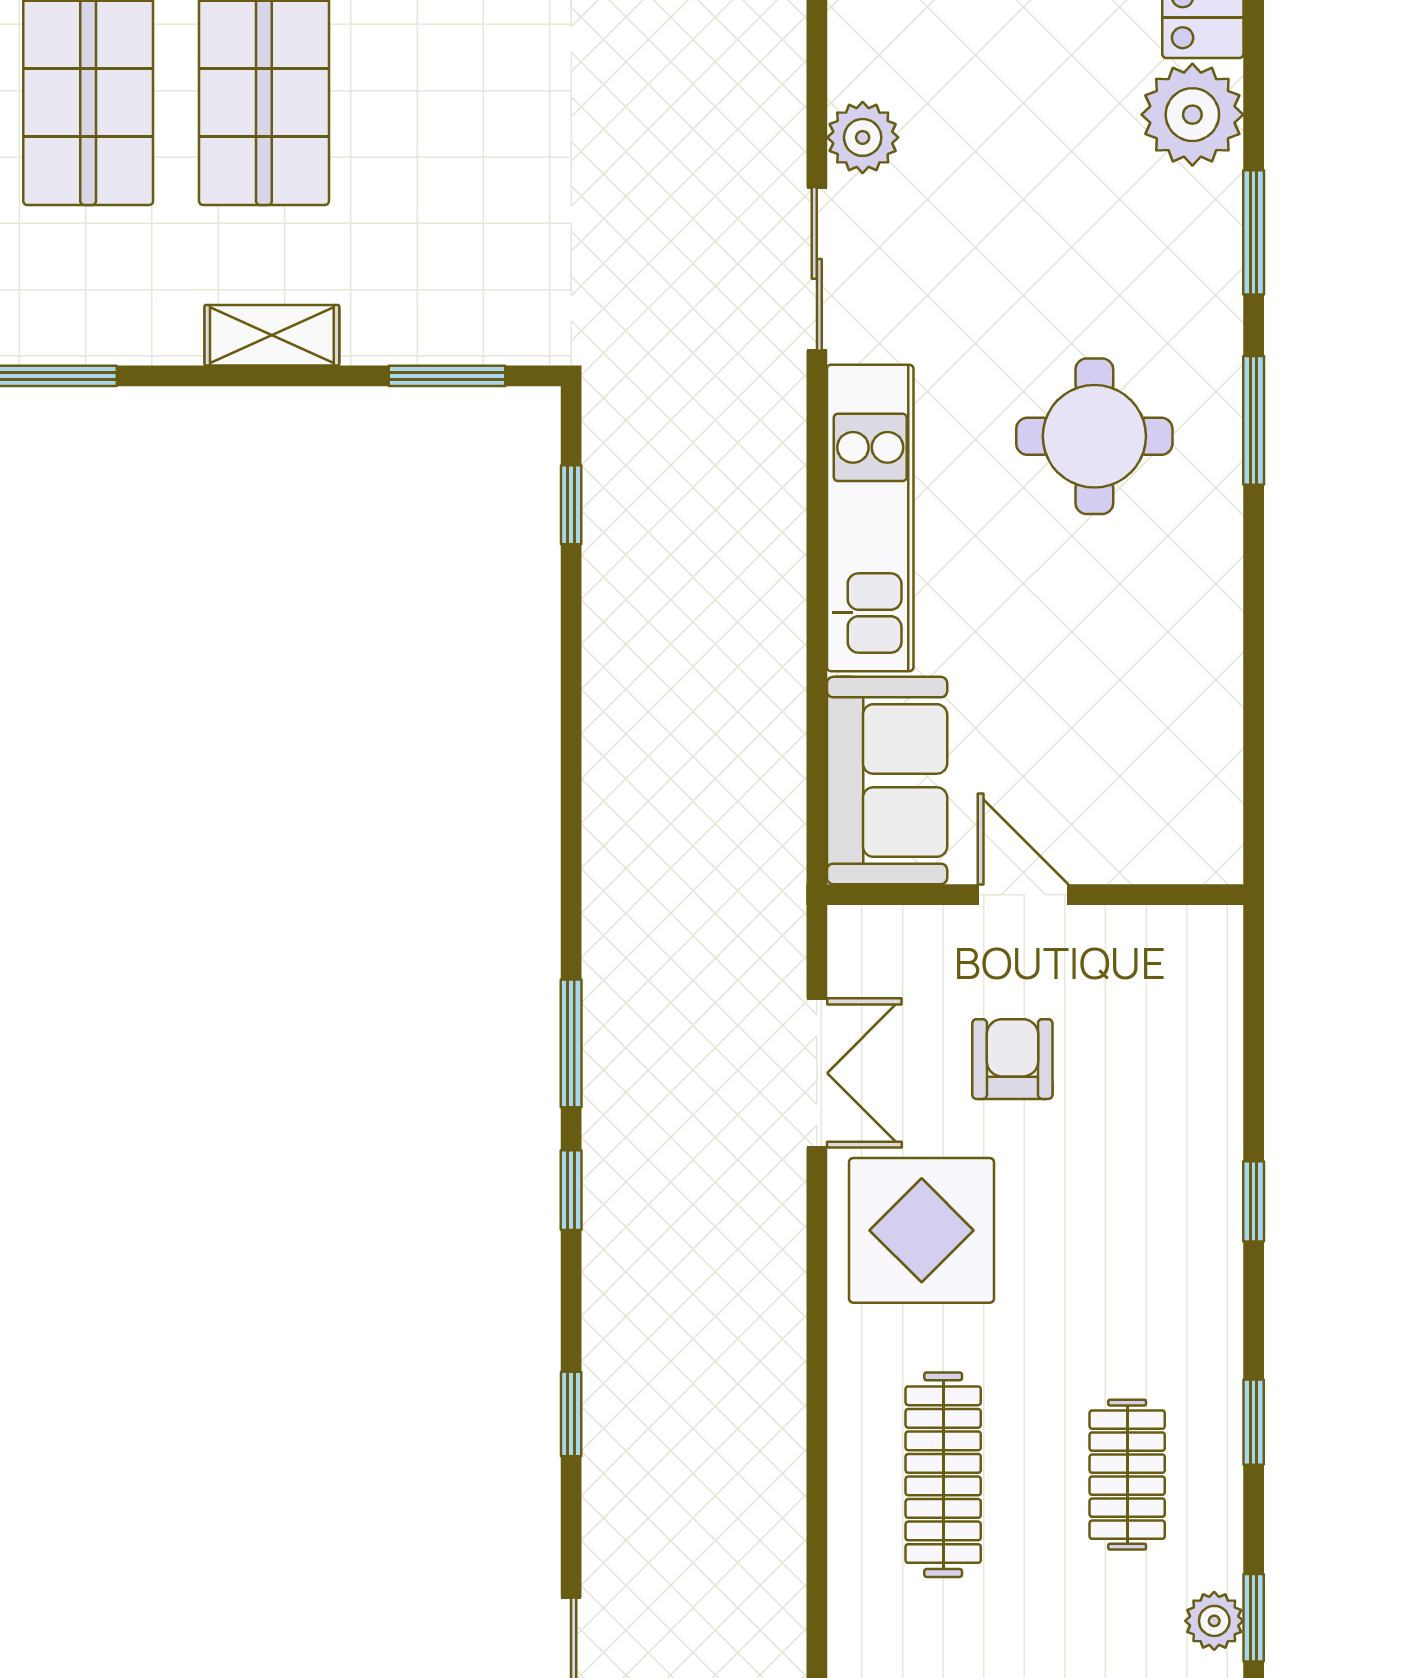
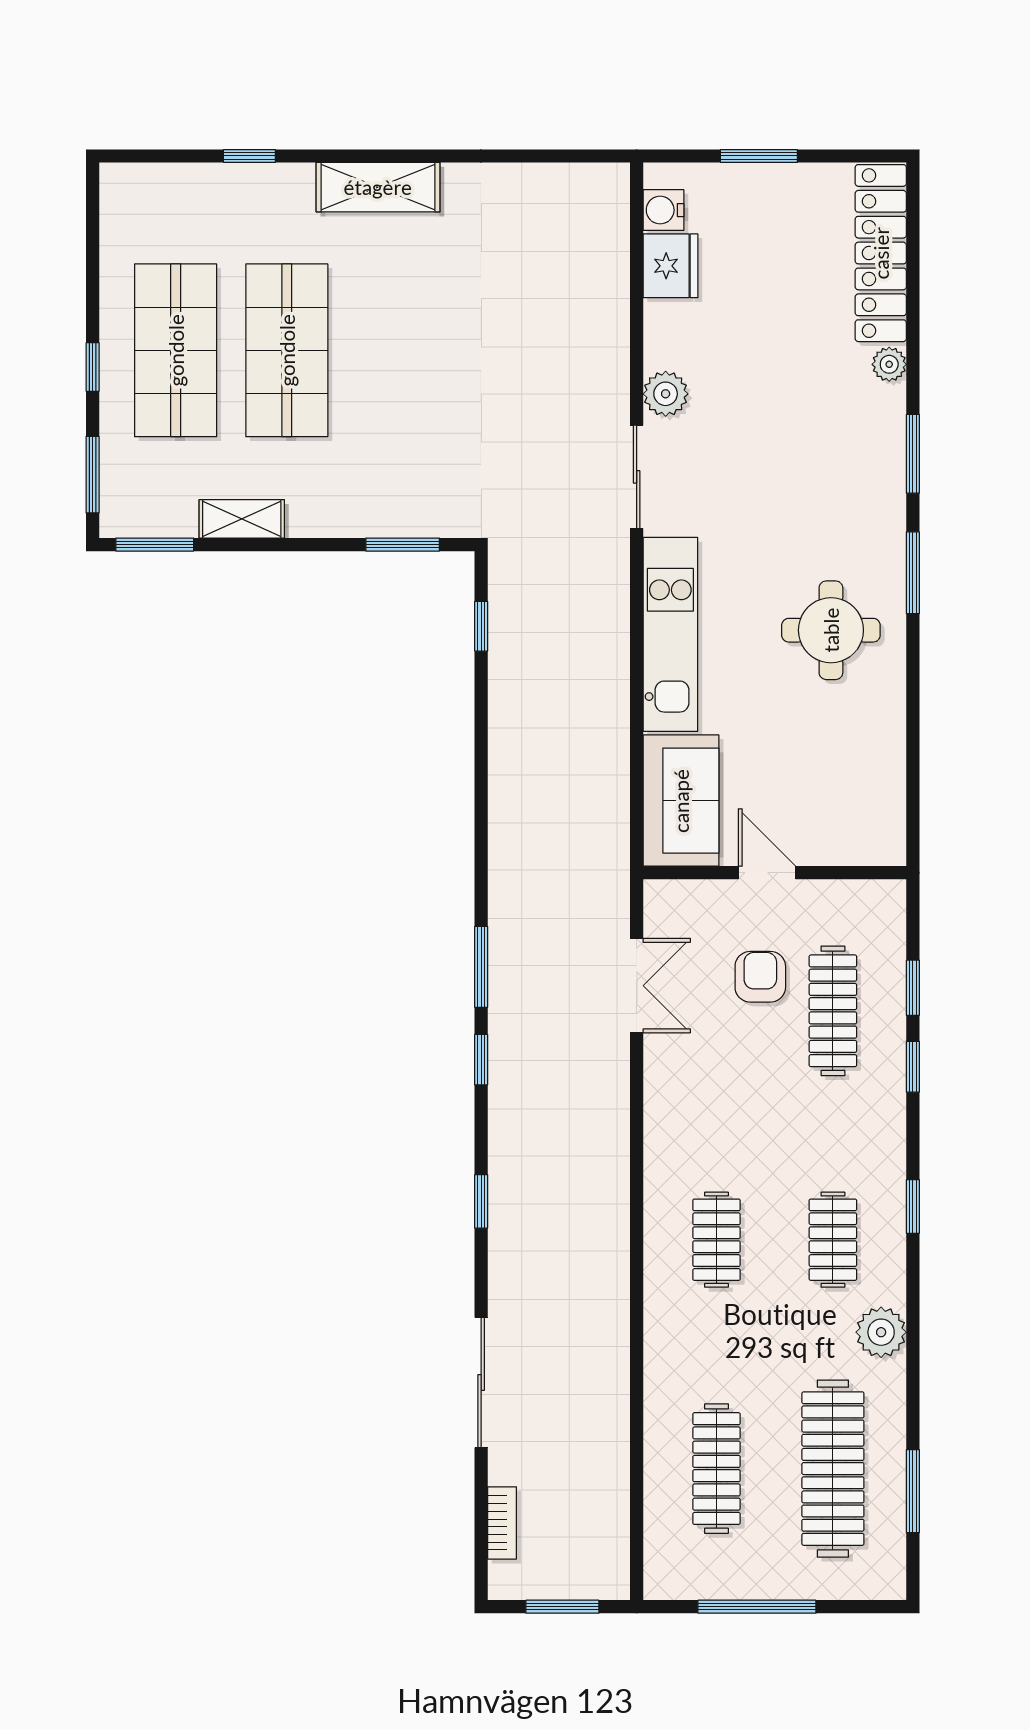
plant: (1192, 115) -> (889, 364), width x0.53, depth x0.53
shelving: (272, 335) -> (242, 519), moved
round table: (1094, 436) -> (831, 630), moved
clothes rail: (1127, 1113) -> (833, 1011), added
display table: (922, 1230) -> (703, 1085), removed
clothes rail: (943, 1475) -> (717, 1240), width x0.73
window: (1254, 1618) -> (913, 988), moved
plant: (1214, 1621) -> (881, 1332), width x1.38, depth x1.38

